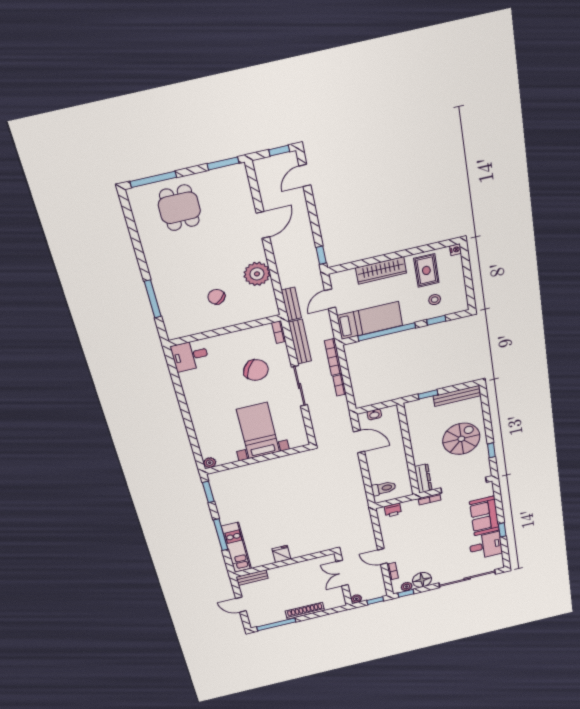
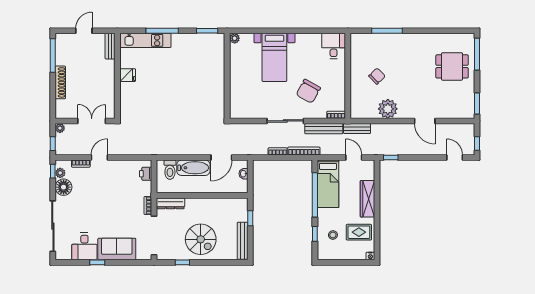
bed with nightstands: (258, 431) -> (274, 57), moved, turned 90
bathtub: (377, 466) -> (193, 168), added

